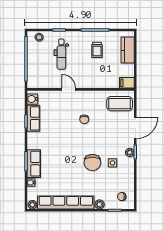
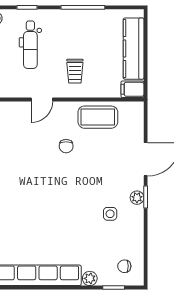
trolley: (97, 50) -> (75, 71), moved
kitchen counter: (128, 50) -> (134, 49), width x1.50
door: (69, 89) -> (42, 99), swing flipped
coffee table: (120, 104) -> (98, 117), moved
chair: (92, 163) -> (79, 213), removed

